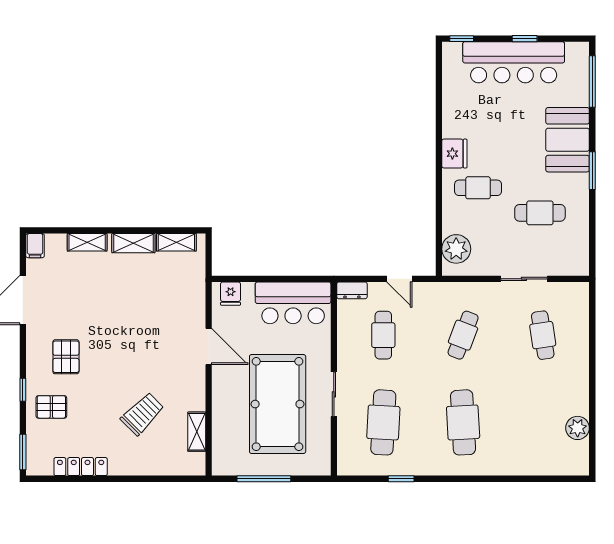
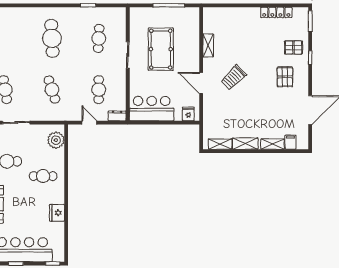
fridge: (454, 154) -> (57, 213), moved
filing cabinet: (35, 246) -> (290, 142), moved
cafe table: (463, 335) -> (52, 90), turned -39
pool table: (278, 404) -> (161, 49), width x0.73, depth x0.76
trolley: (142, 414) -> (234, 78), moved
cafe table: (383, 422) -> (99, 38), width x0.73, depth x0.74
shelving: (197, 432) -> (208, 45), moved

